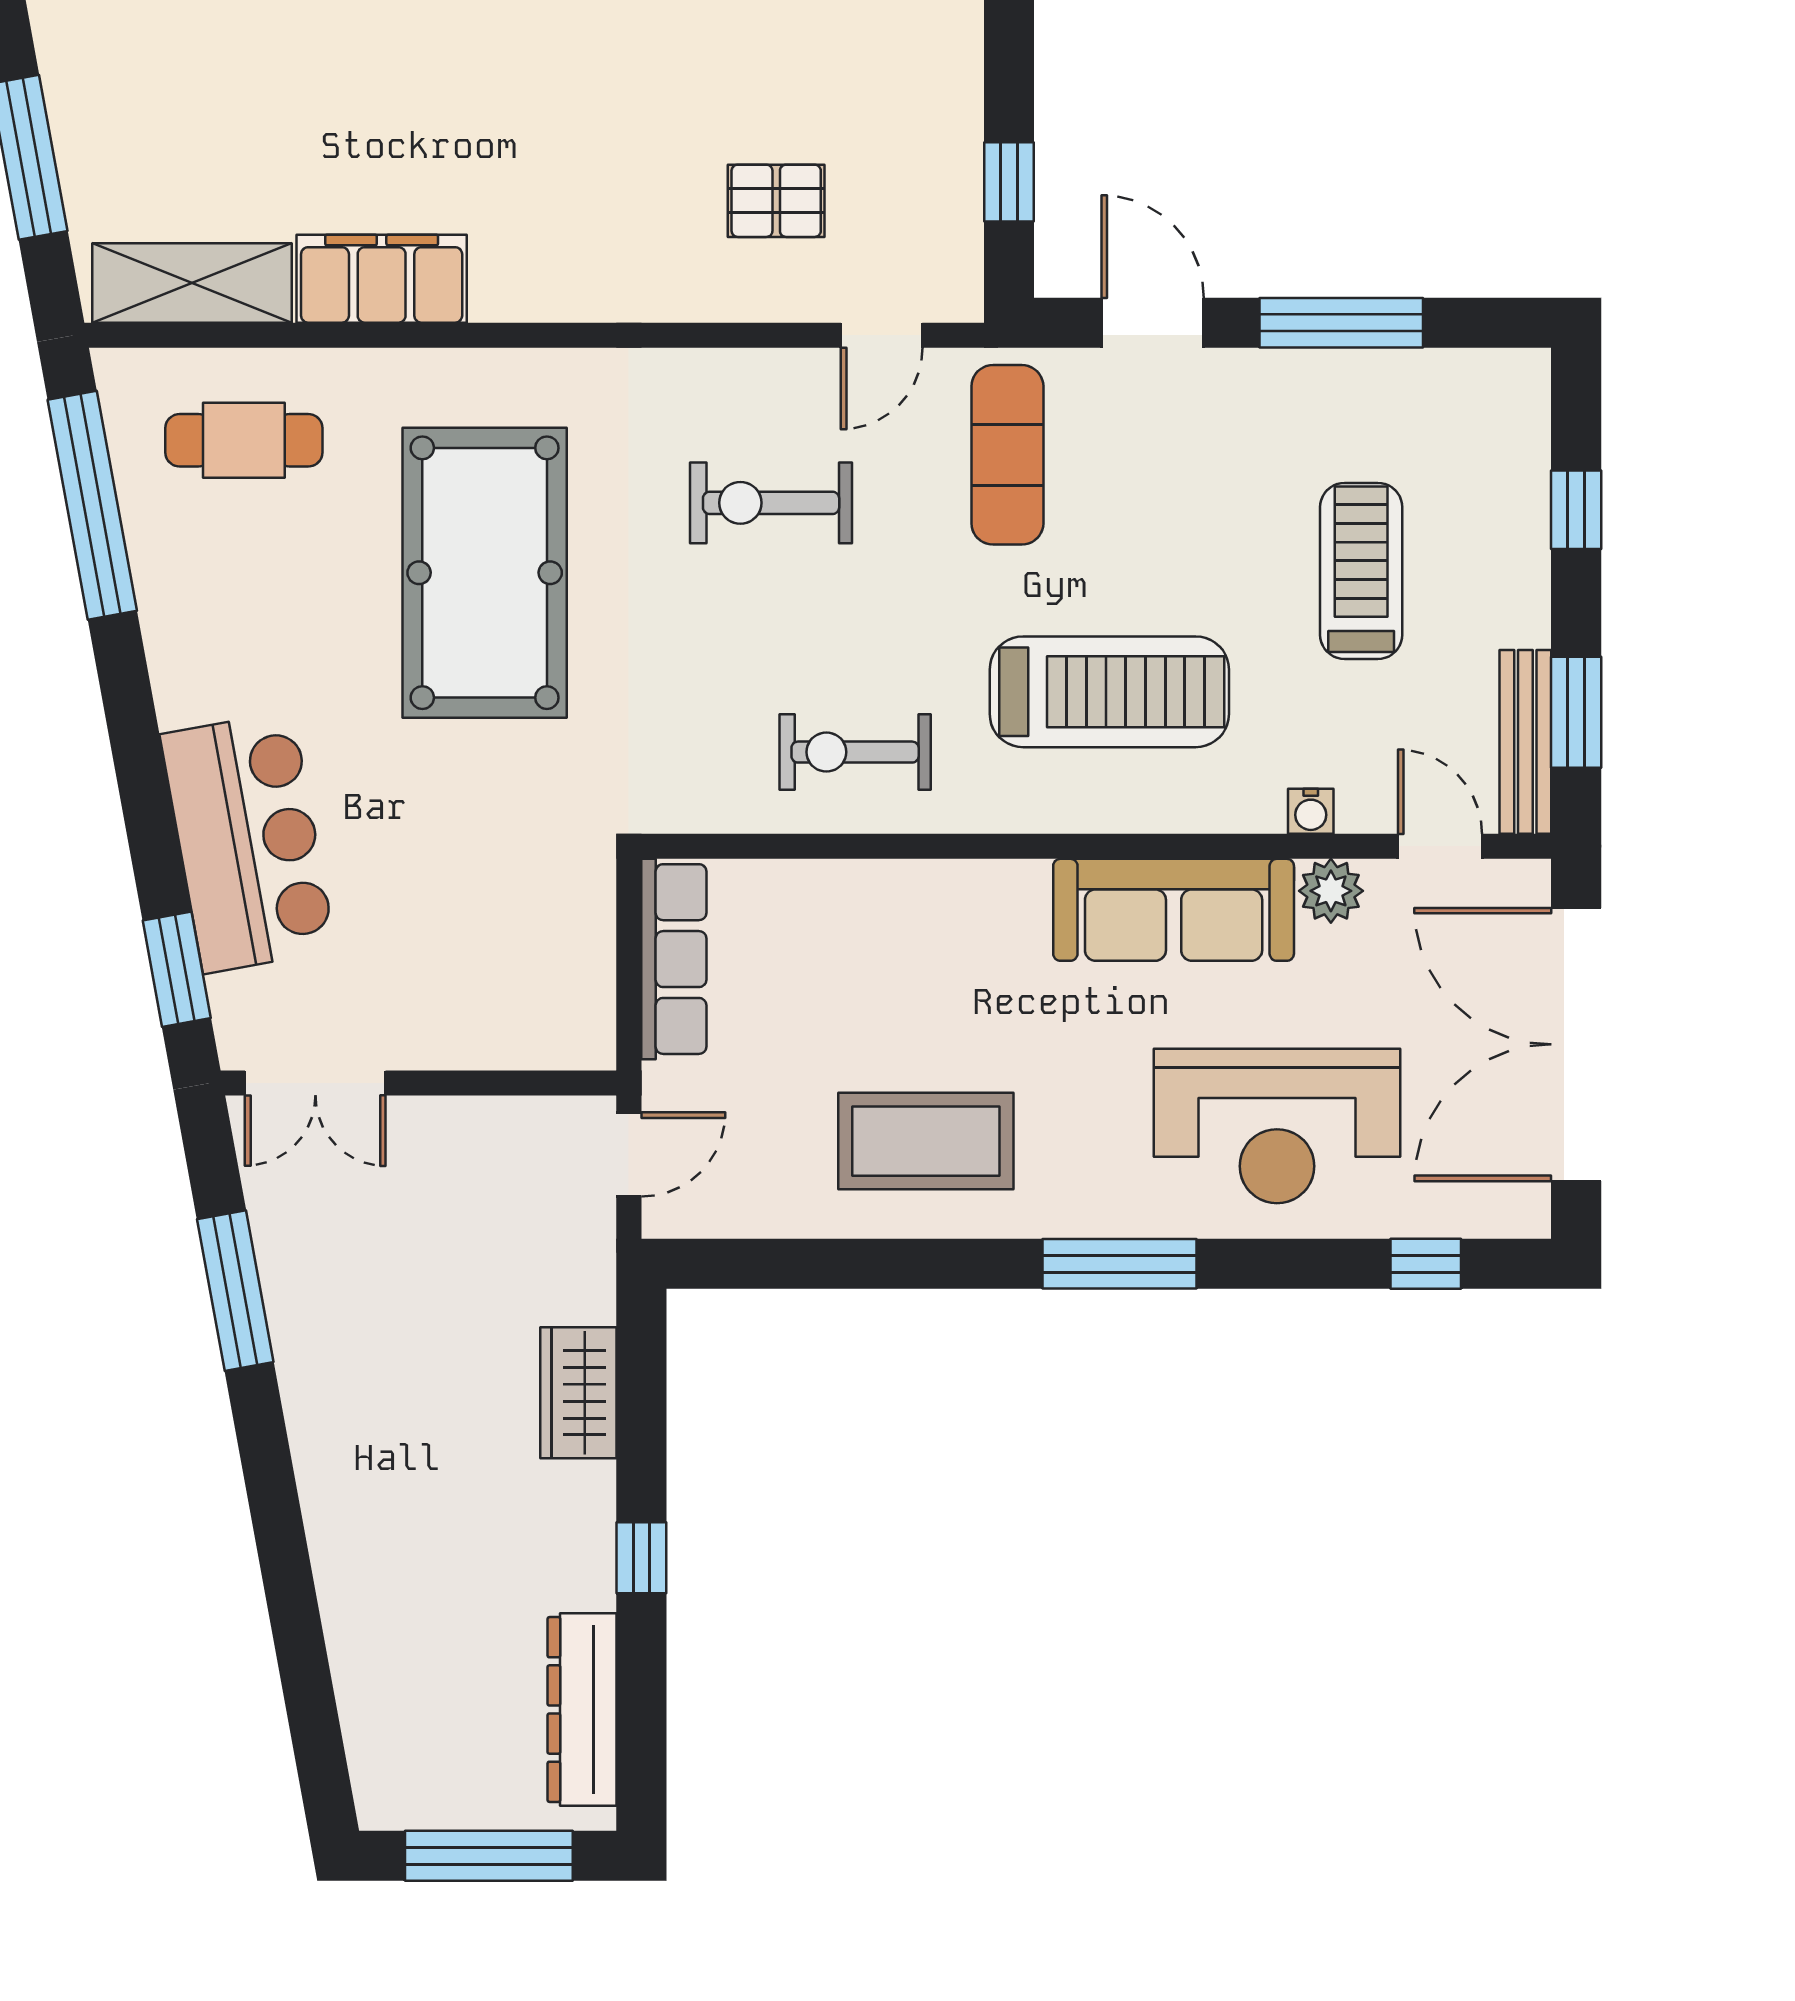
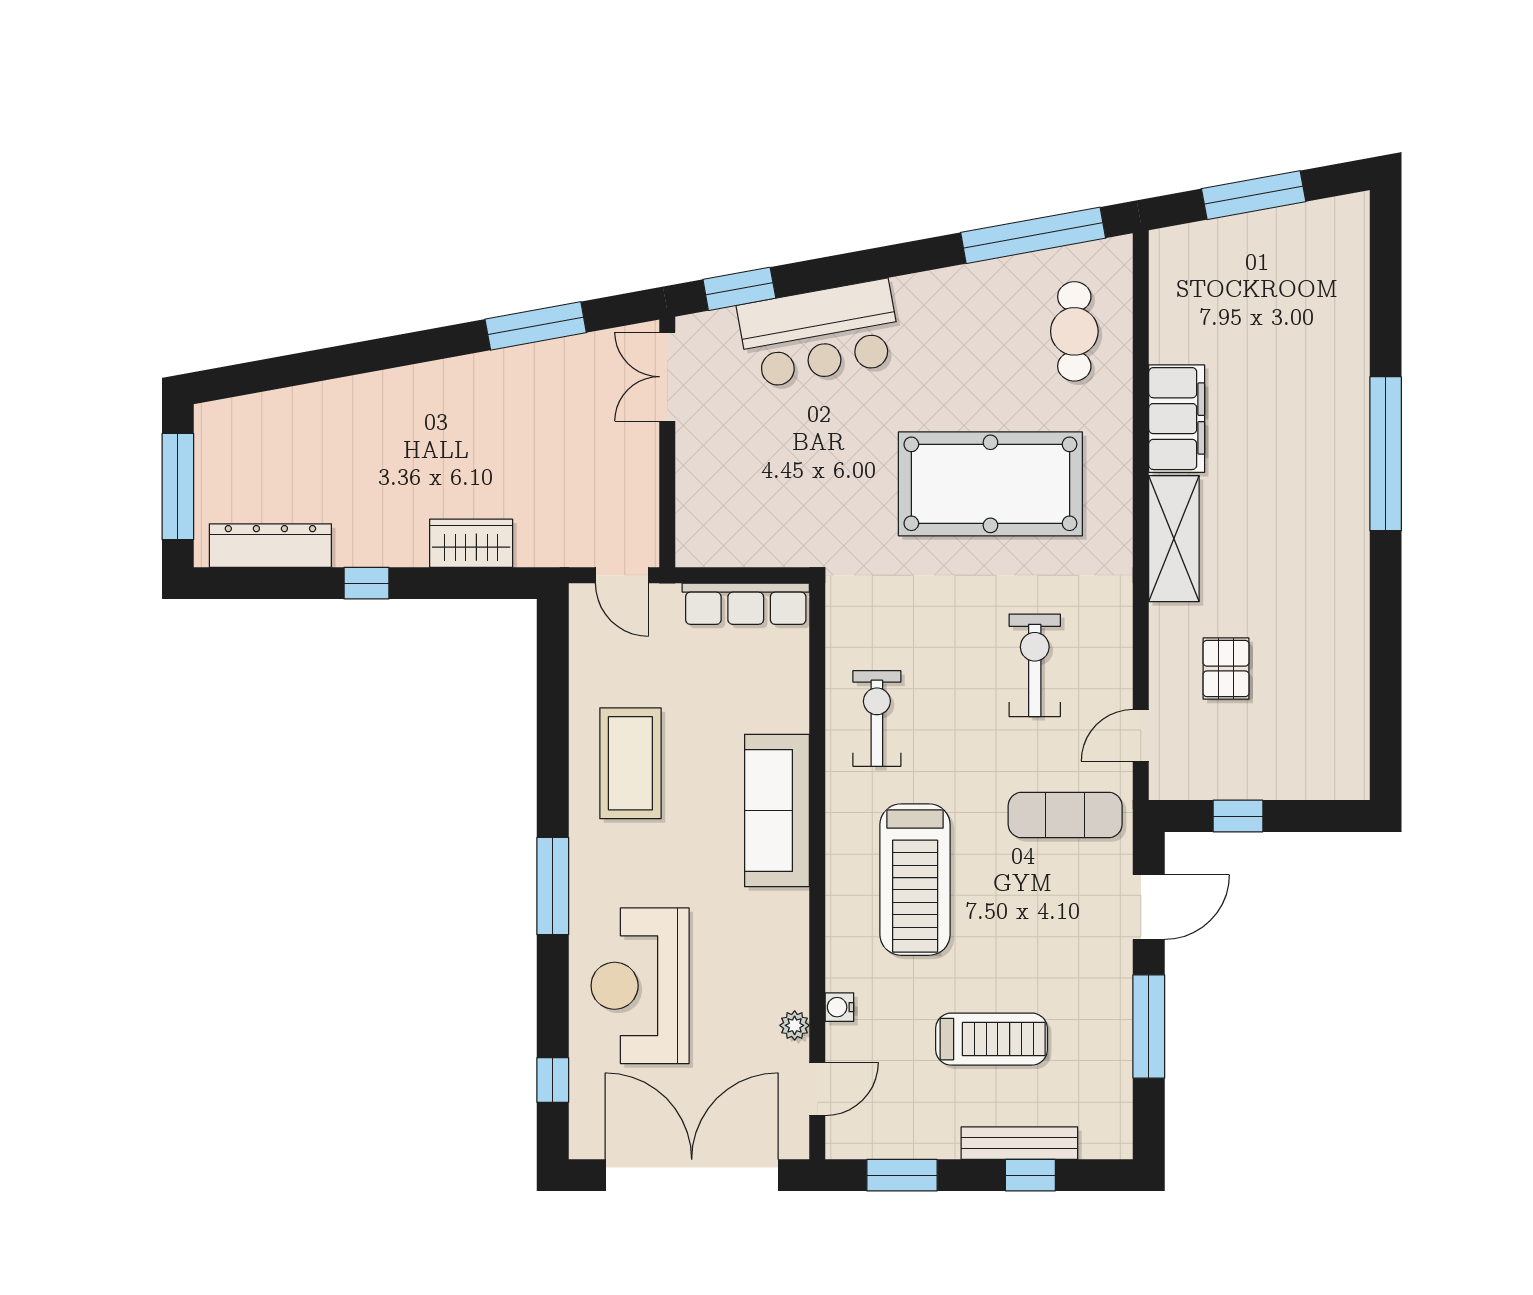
shelving: (192, 283) -> (1174, 539), moved
door: (882, 335) -> (1141, 735), hinge flipped
bench: (1525, 742) -> (1019, 1143), moved
plant: (1331, 891) -> (795, 1025), width x0.73, depth x0.73
sofa: (1174, 910) -> (777, 810), moved

